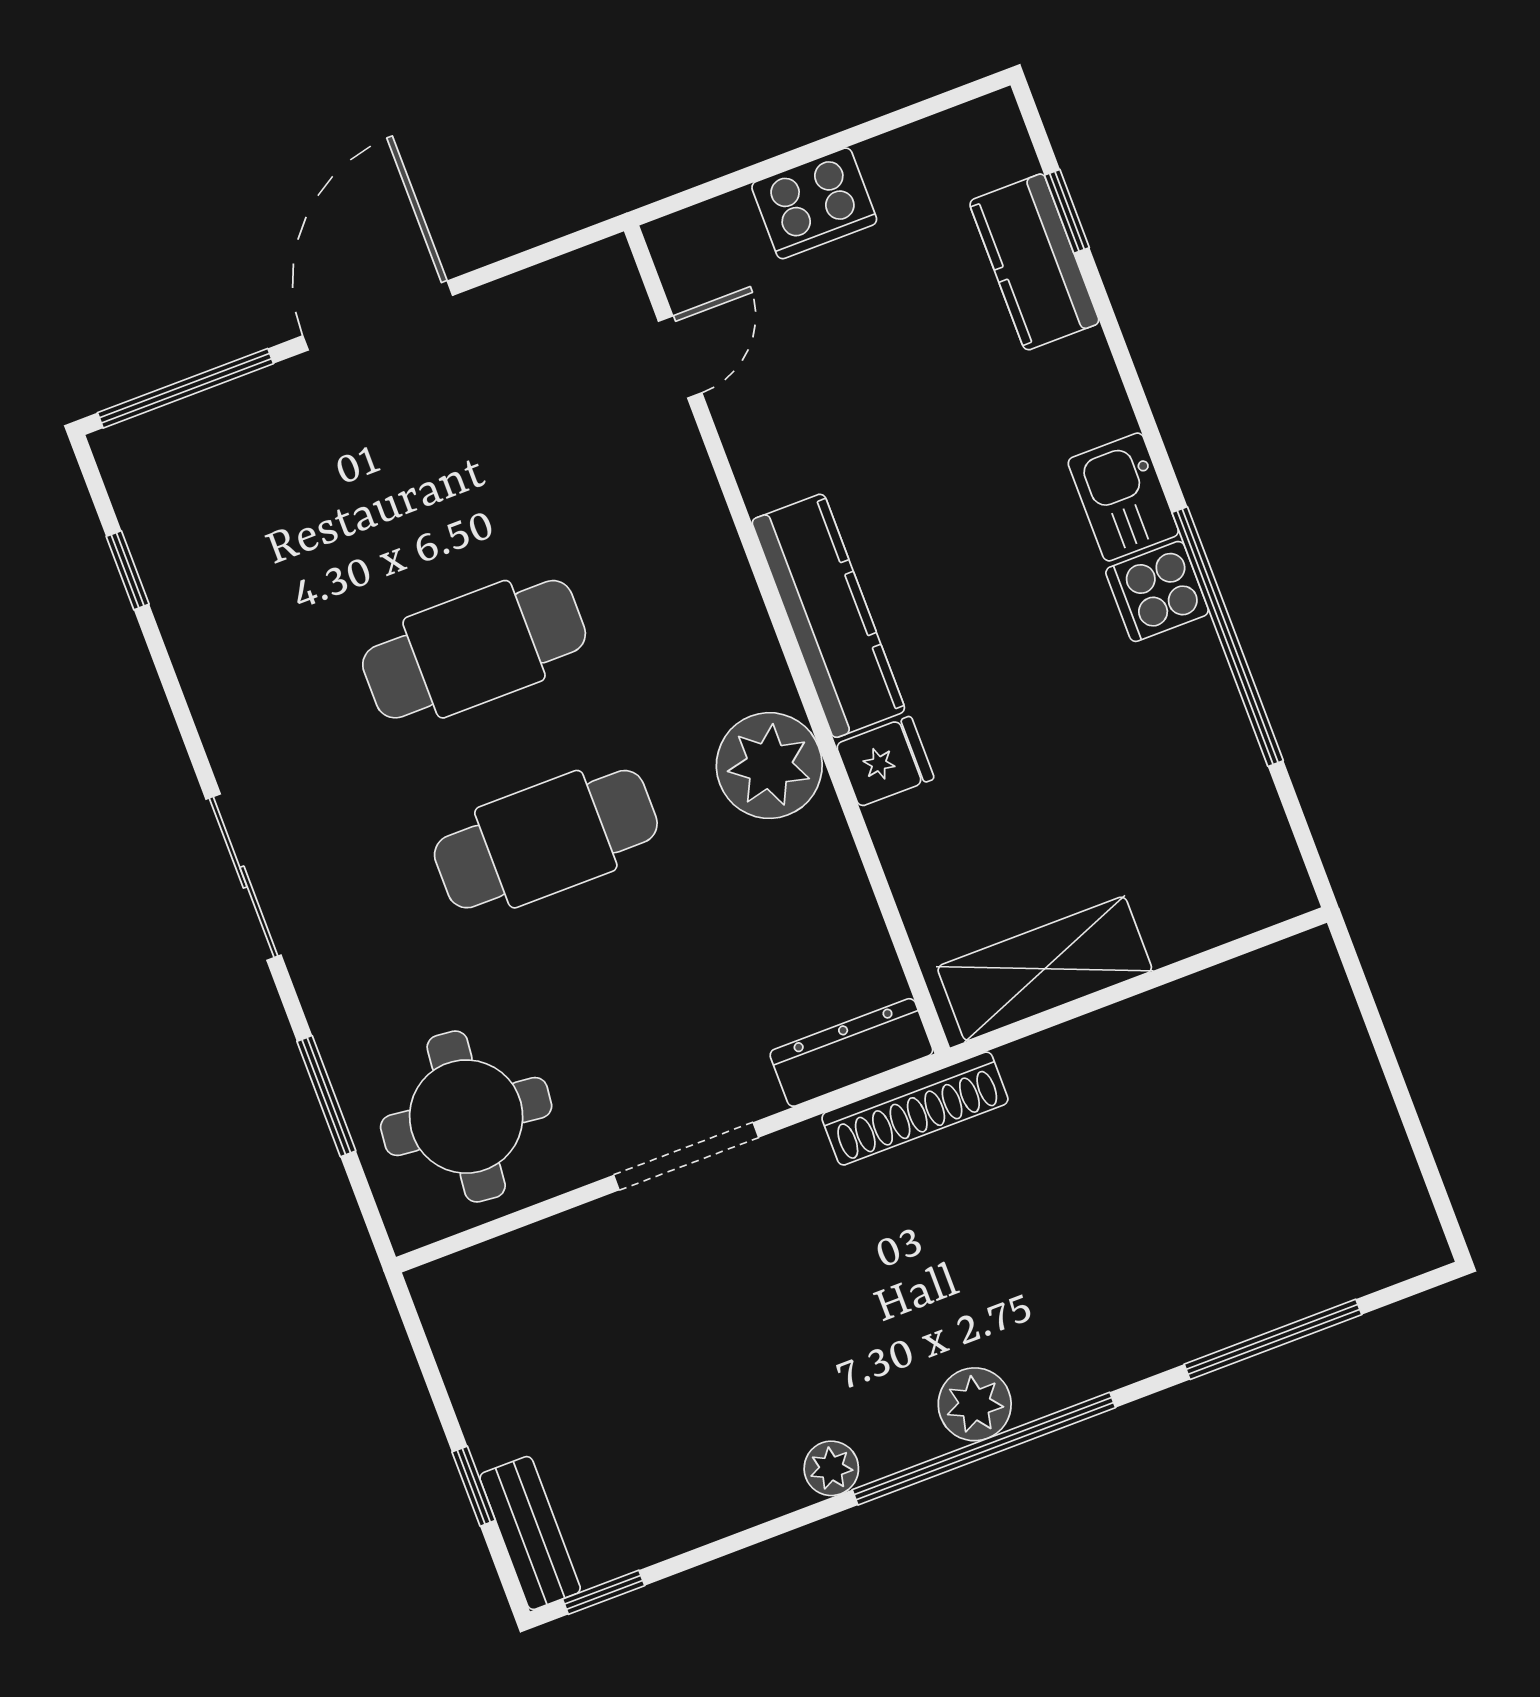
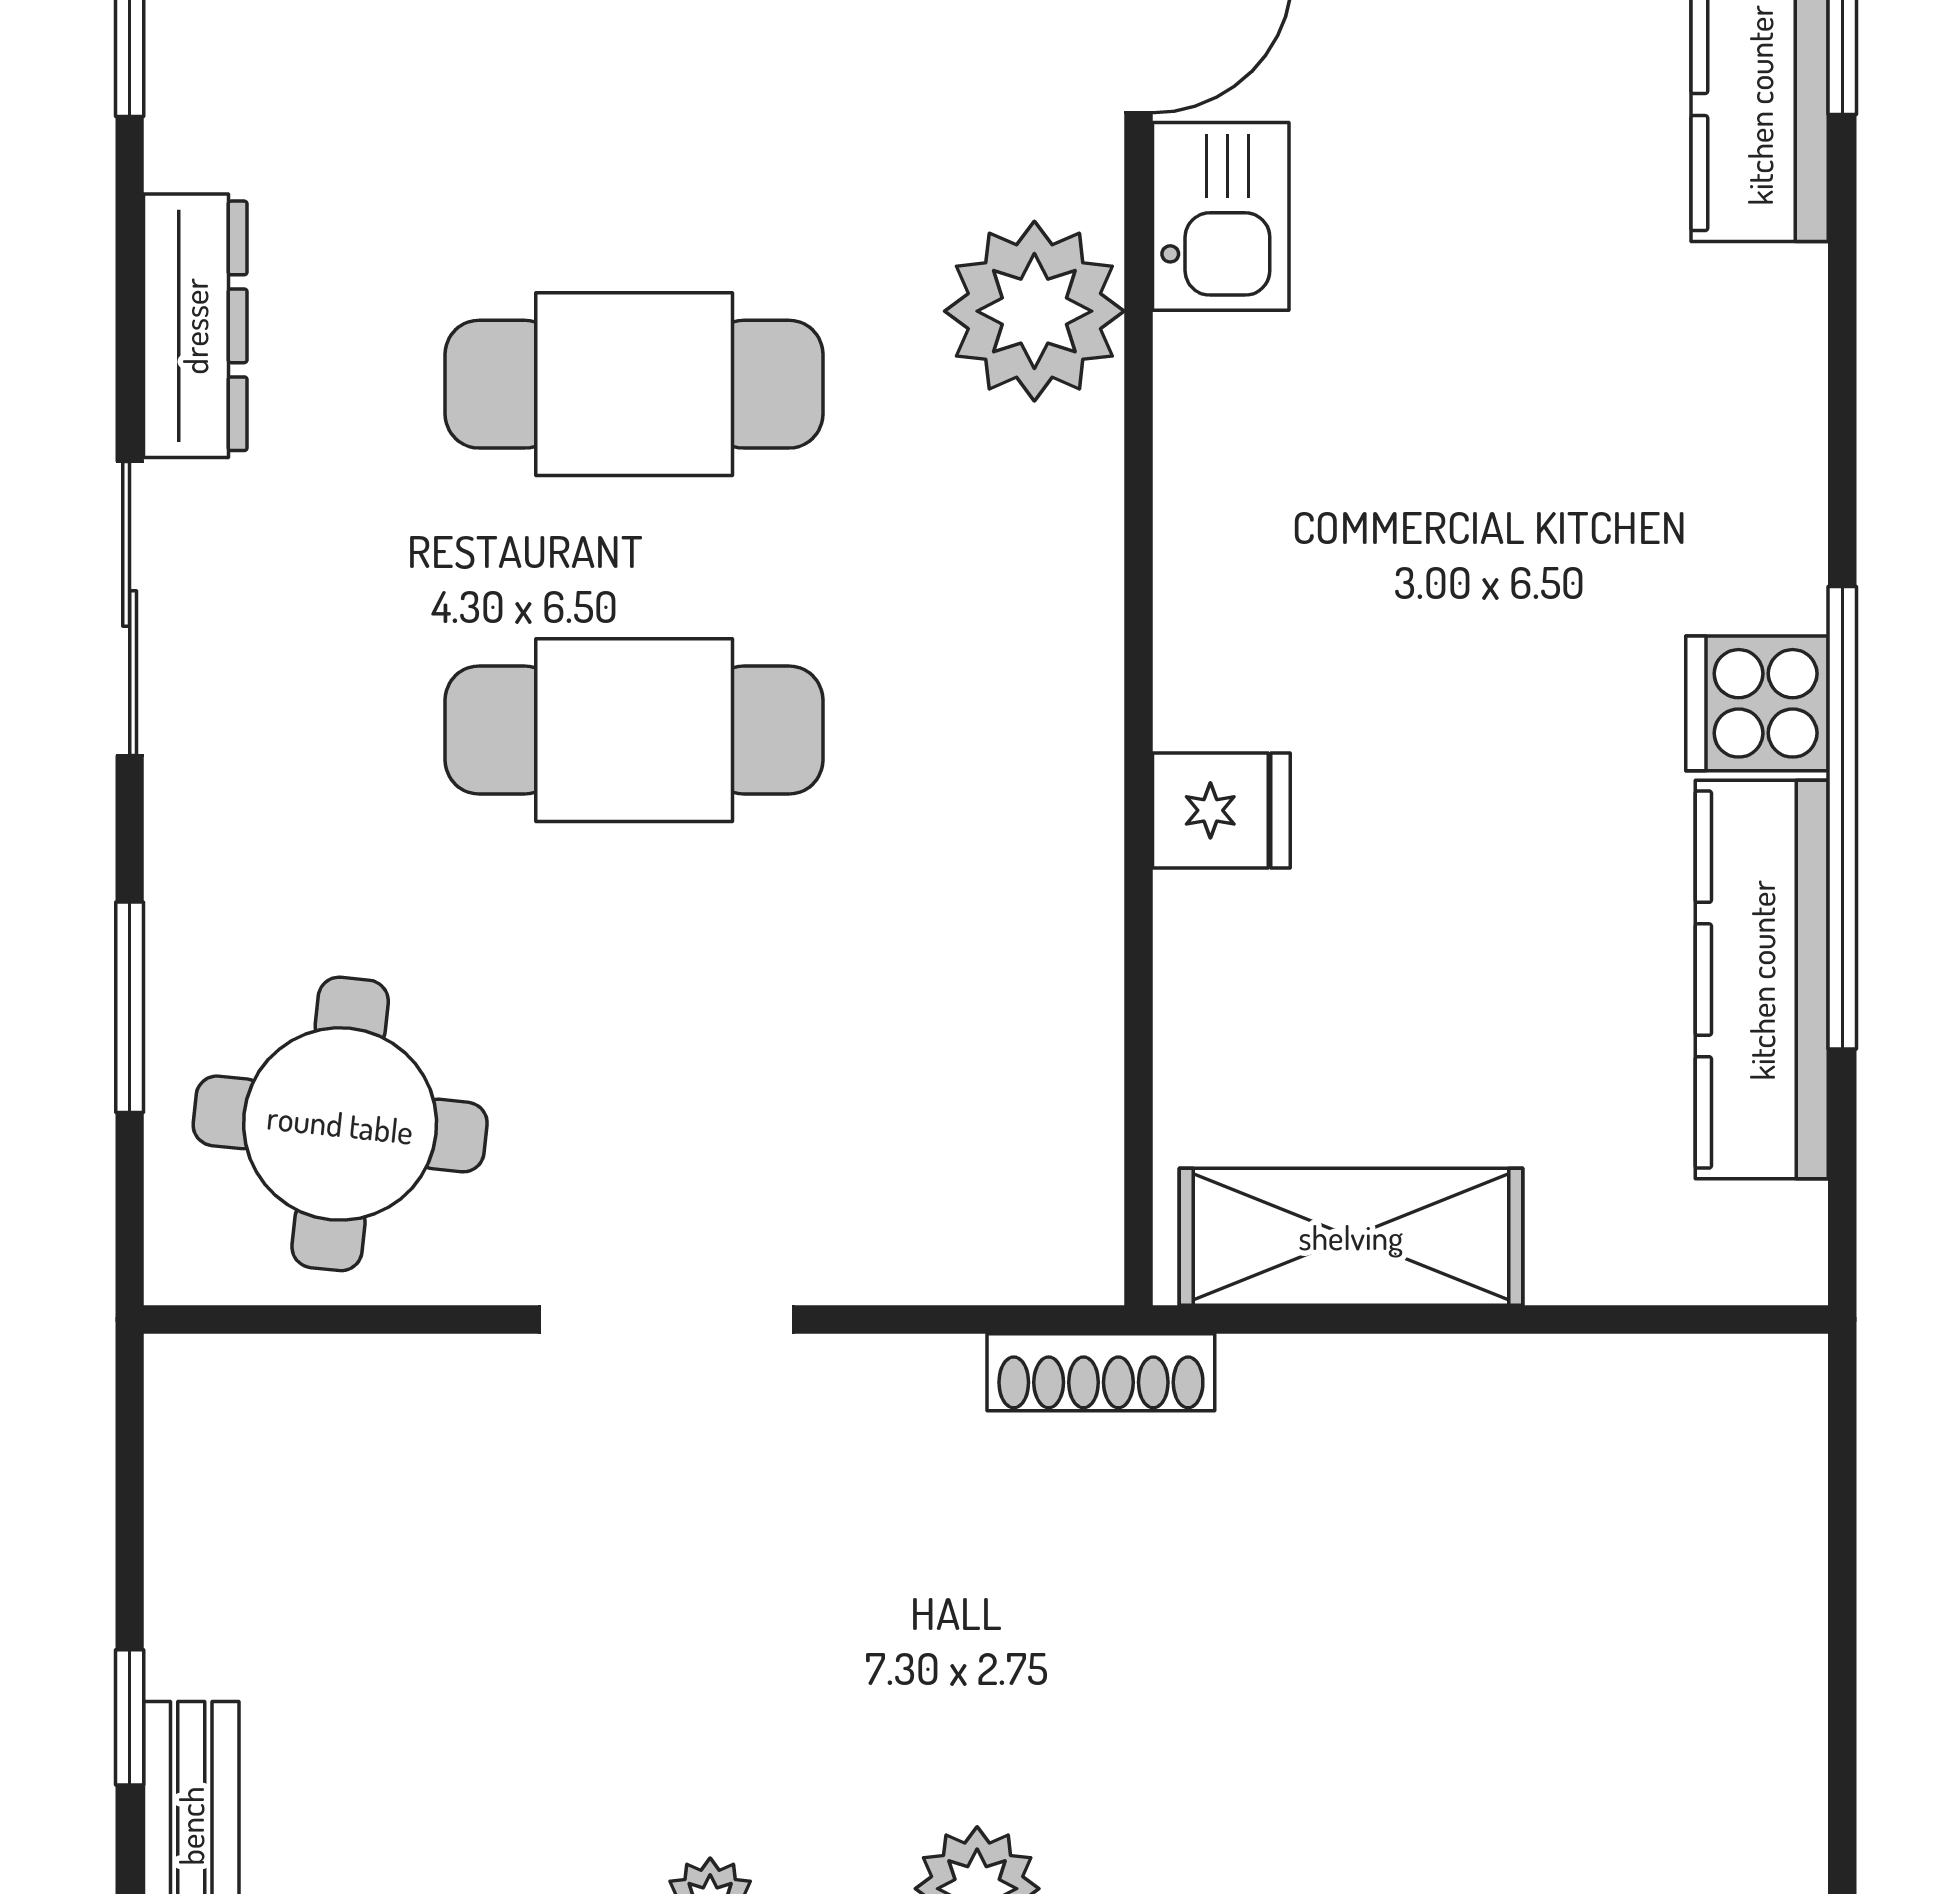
kitchen sink: (1123, 497) -> (1221, 216), moved, turned 180
kitchen counter: (828, 616) -> (1762, 980), moved, turned 180
plant: (769, 766) -> (1034, 311), moved
dresser: (851, 1052) -> (195, 326), moved, turned 90
shoe rack: (915, 1109) -> (1101, 1372), width x0.74, depth x0.81

